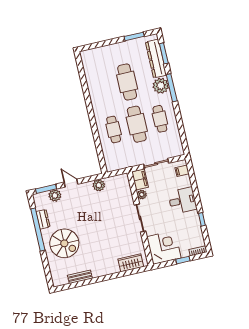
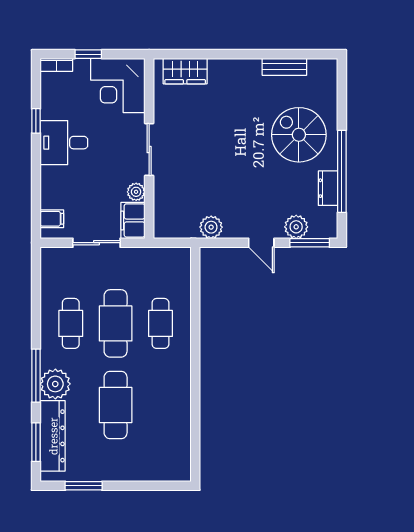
desk: (182, 201) -> (64, 143), moved

